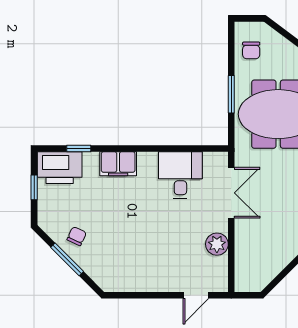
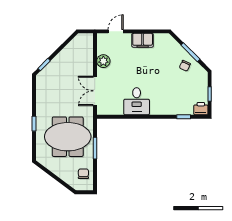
filing cabinet: (118, 164) -> (143, 40), moved, turned 180
printer: (60, 168) -> (201, 109), width x0.53, depth x0.68
desk: (180, 175) -> (137, 101), moved

